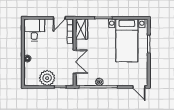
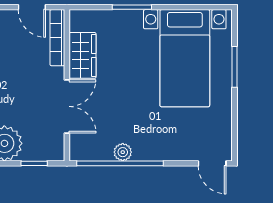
door: (59, 18) -> (32, 7), hinge flipped
wardrobe: (82, 29) -> (82, 55), moved

